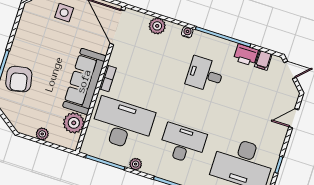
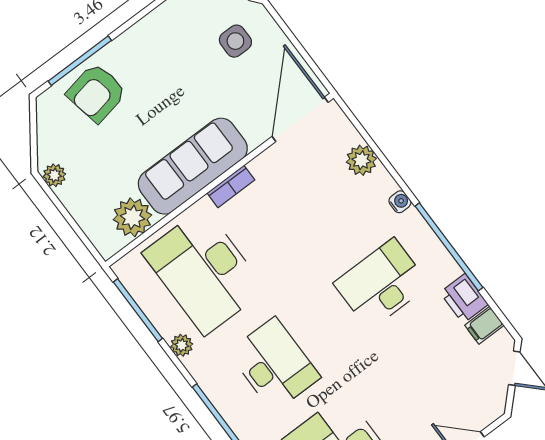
desk: (205, 74) -> (382, 284), width x1.37
desk: (122, 124) -> (204, 271), turned 180
plant: (42, 134) -> (54, 175), moved

